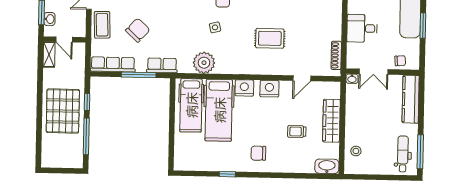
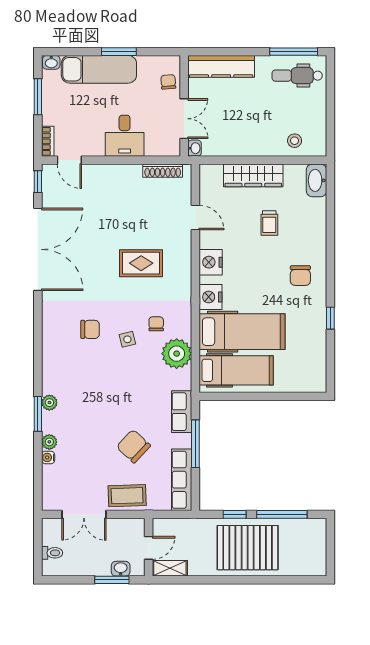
rug: (270, 38) -> (141, 263), turned 90
chair: (226, 48) -> (156, 324), added

